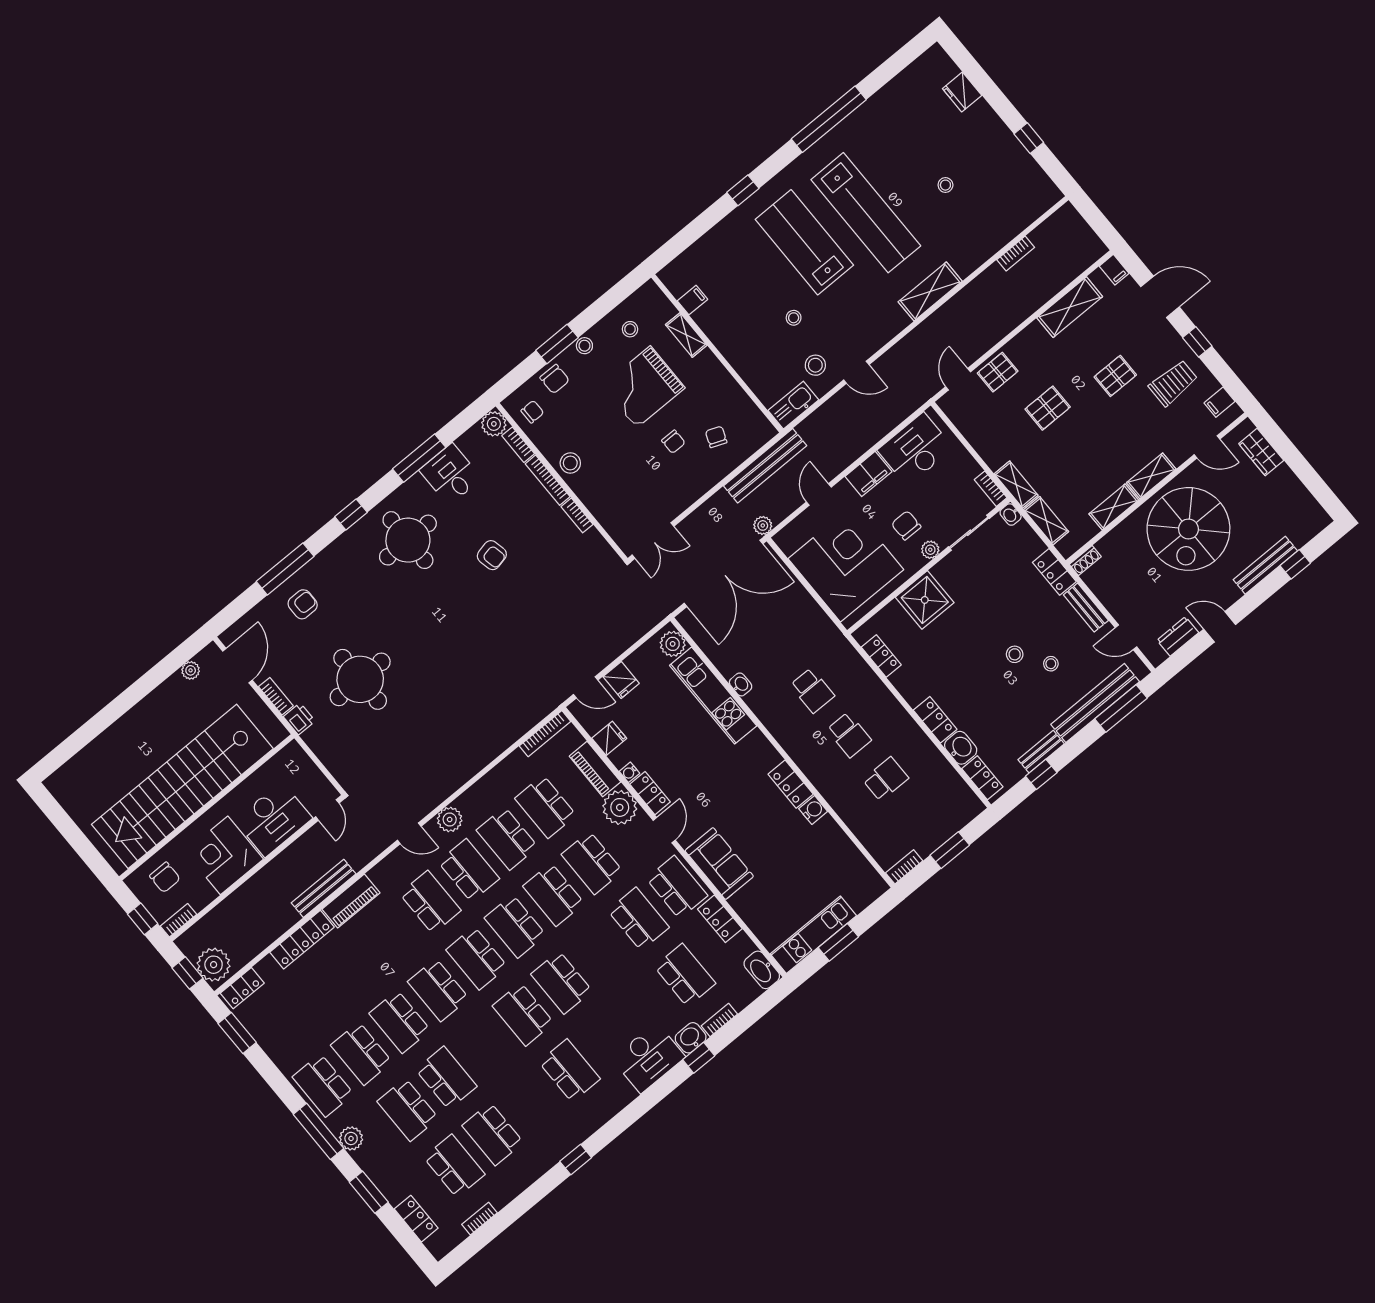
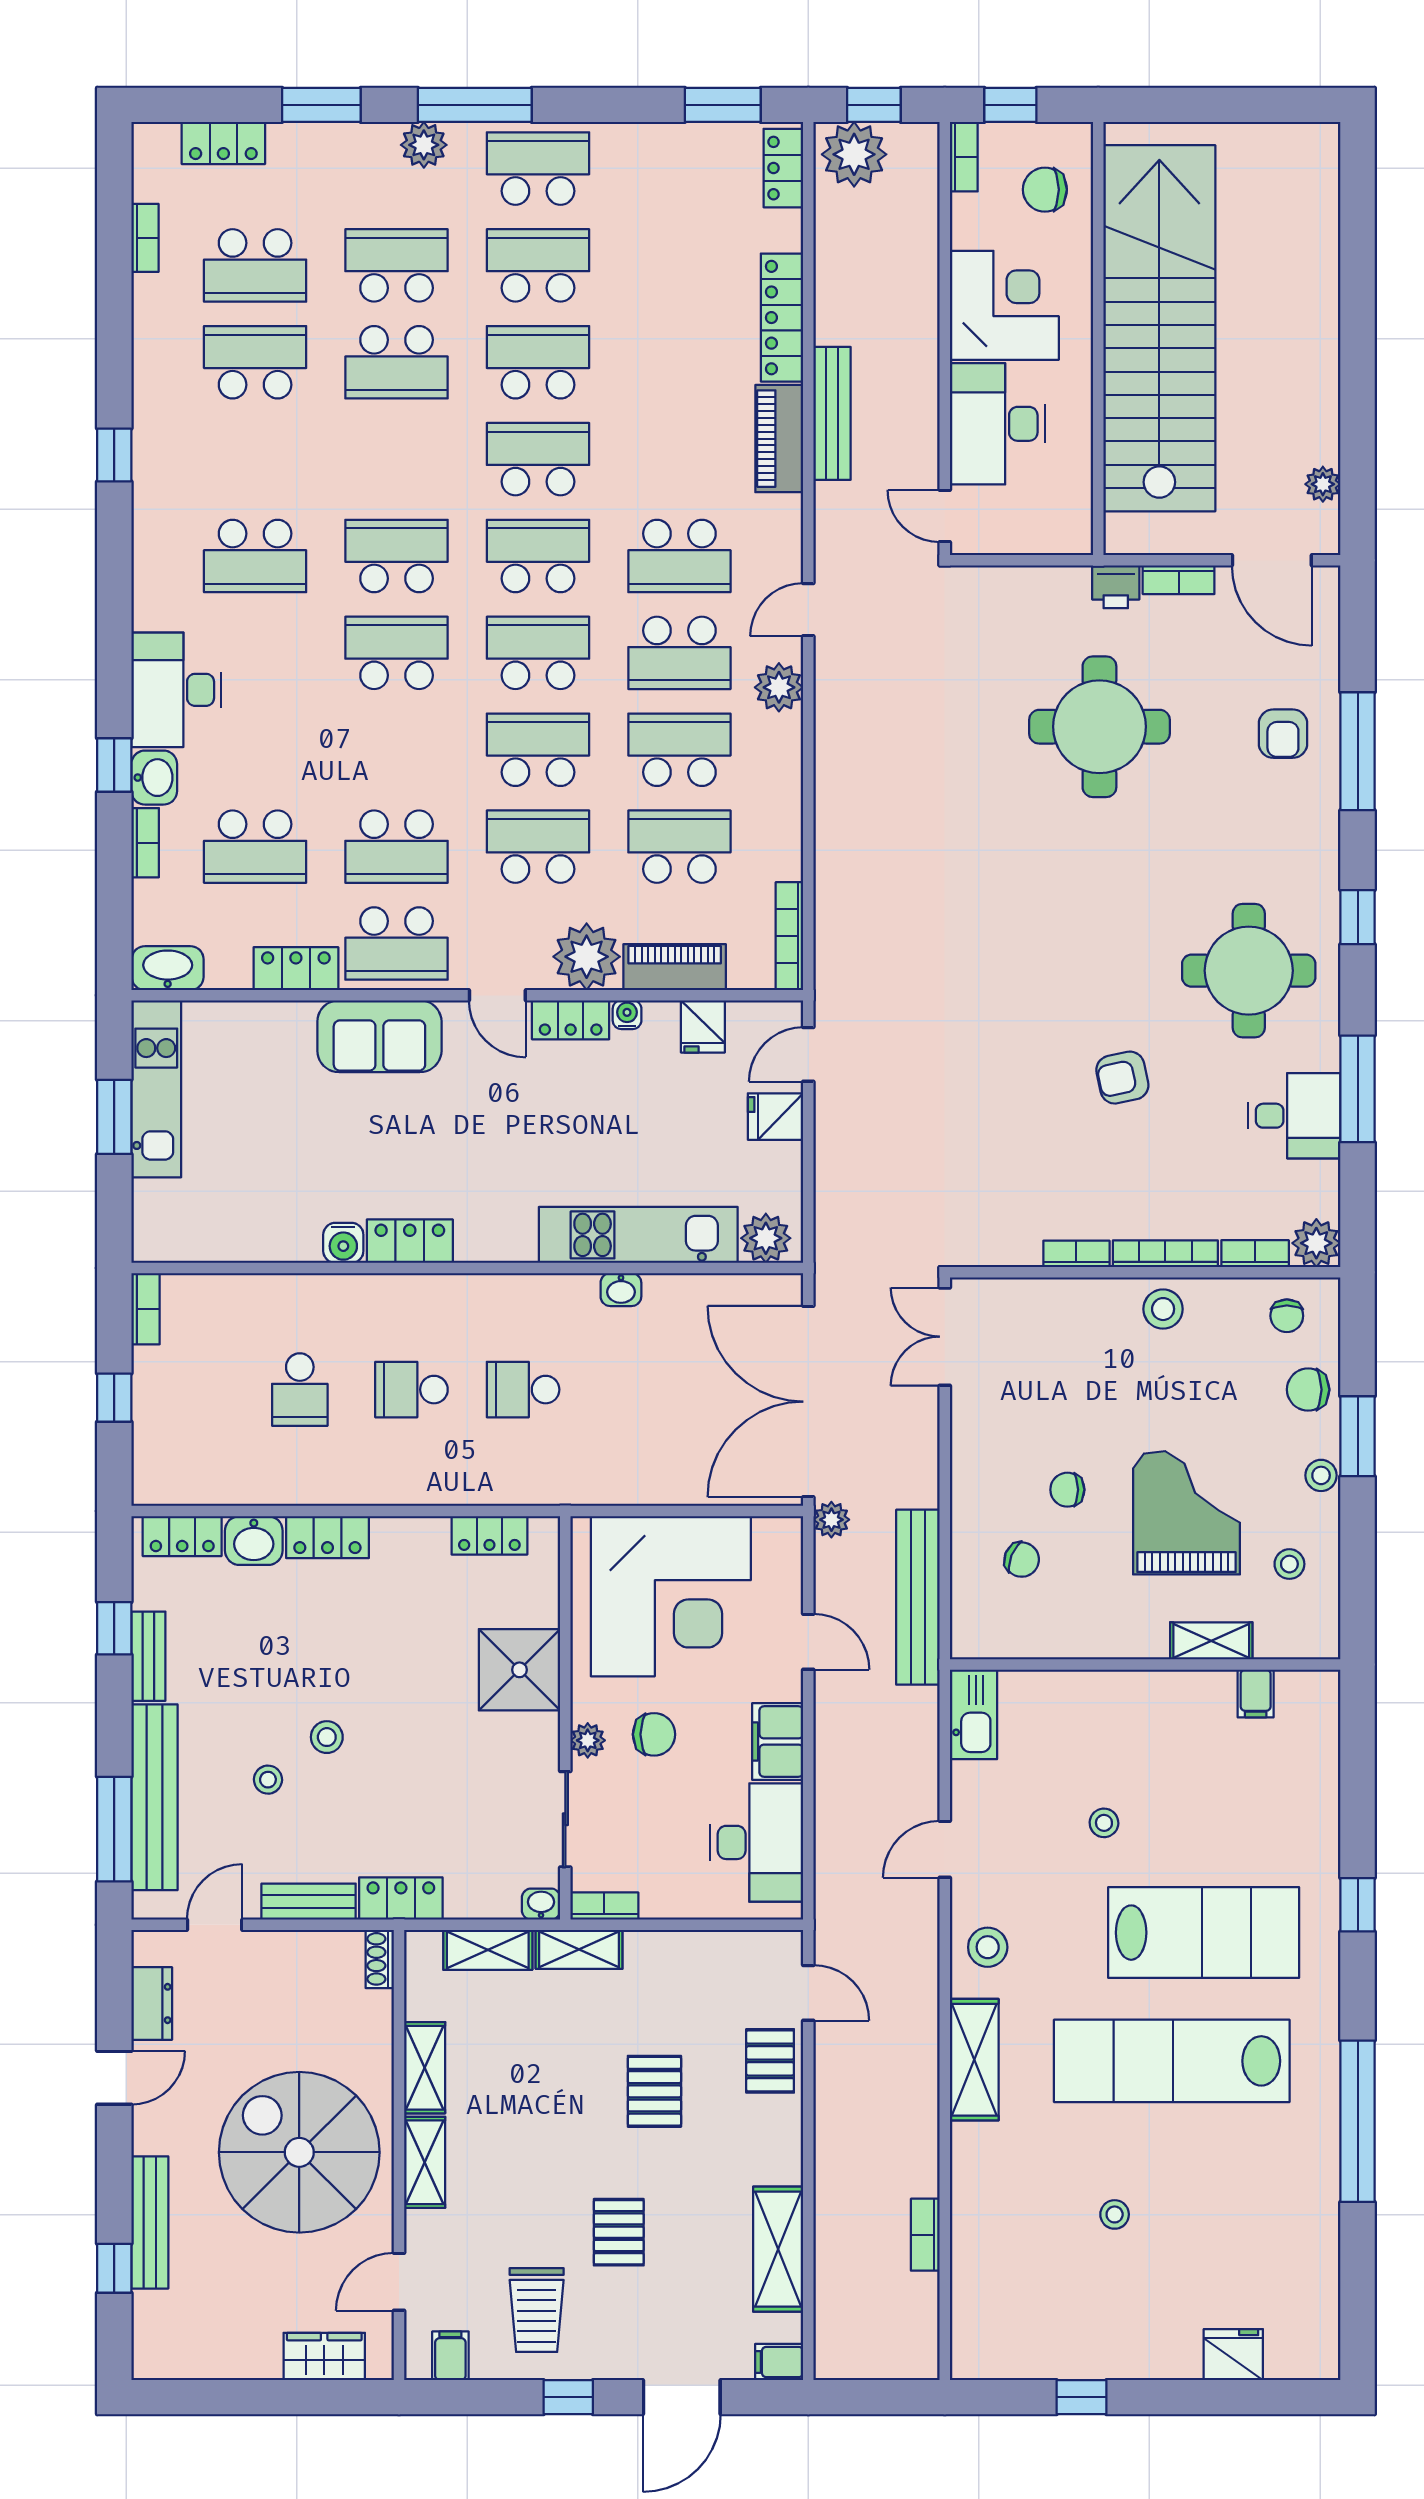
stool: (815, 365) -> (988, 1947), moved
window: (950, 850) -> (114, 1398), width x0.67

